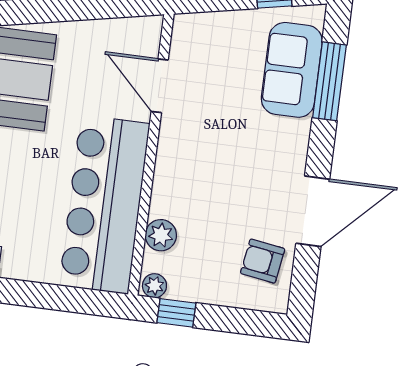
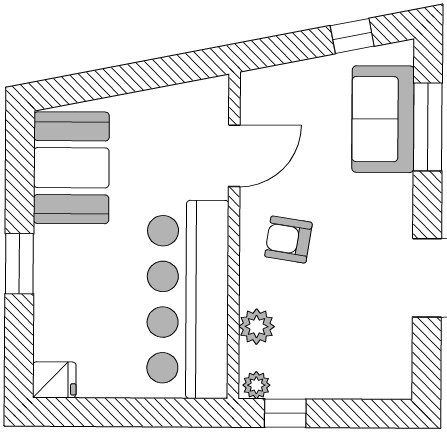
door: (160, 86) -> (234, 156), swing flipped
armchair: (263, 261) -> (288, 240), moved

